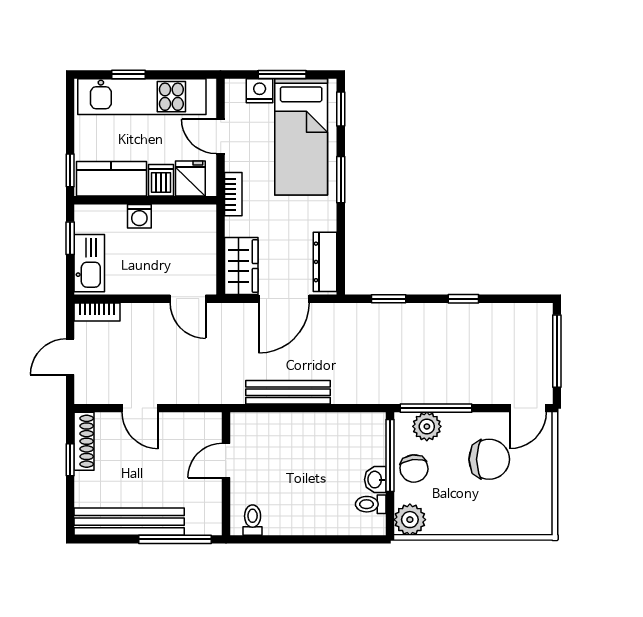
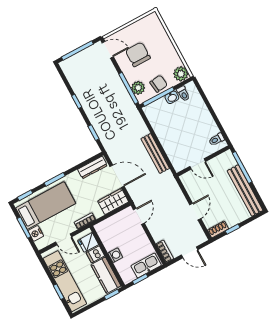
door: (221, 136) -> (64, 239), hinge flipped
shoe rack: (84, 441) -> (218, 229), width x0.70

